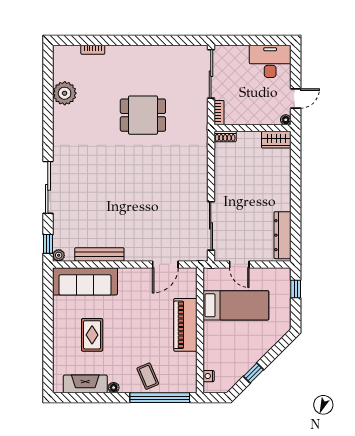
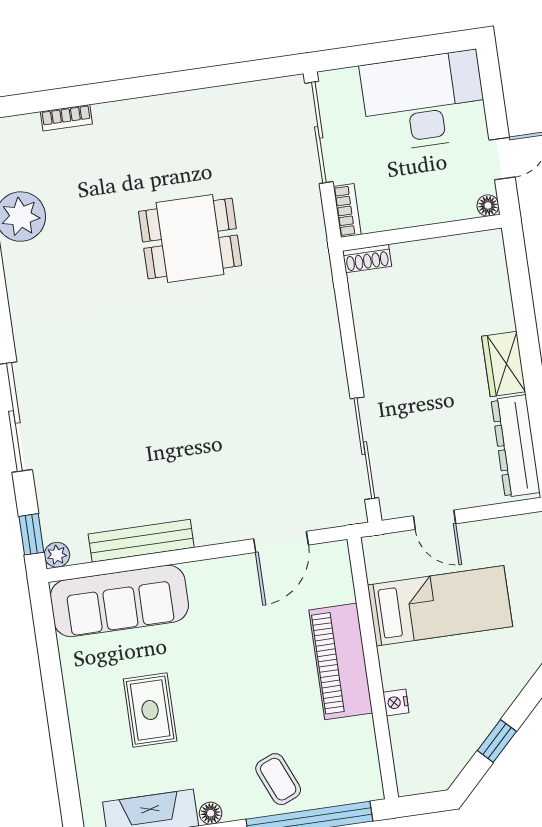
desk: (270, 61) -> (424, 101), width x1.36, depth x1.30
wardrobe: (276, 140) -> (504, 364), moved, turned 90
nightstand: (209, 376) -> (396, 702), moved

